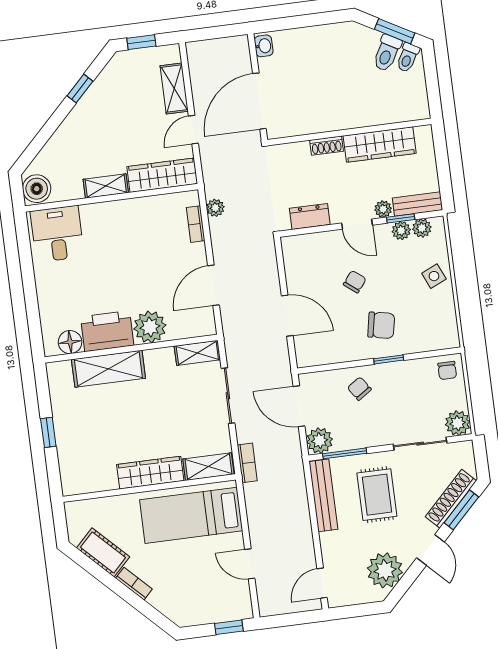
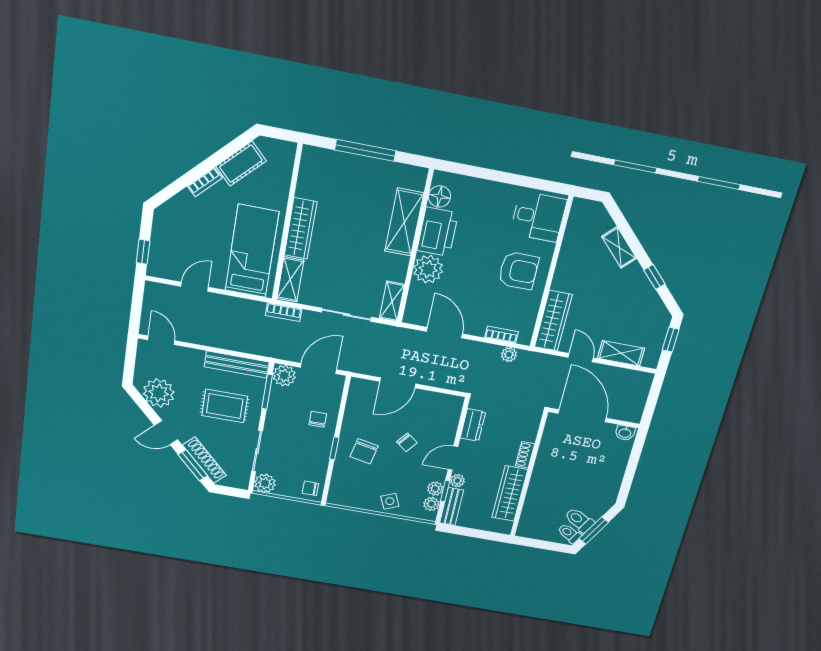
shelving: (106, 186) -> (619, 247), moved, turned -45
boiler: (37, 189) -> (585, 212), removed
armchair: (120, 233) -> (518, 271), added
chair: (359, 389) -> (318, 419), turned -56
window: (48, 432) -> (365, 150), width x2.17

